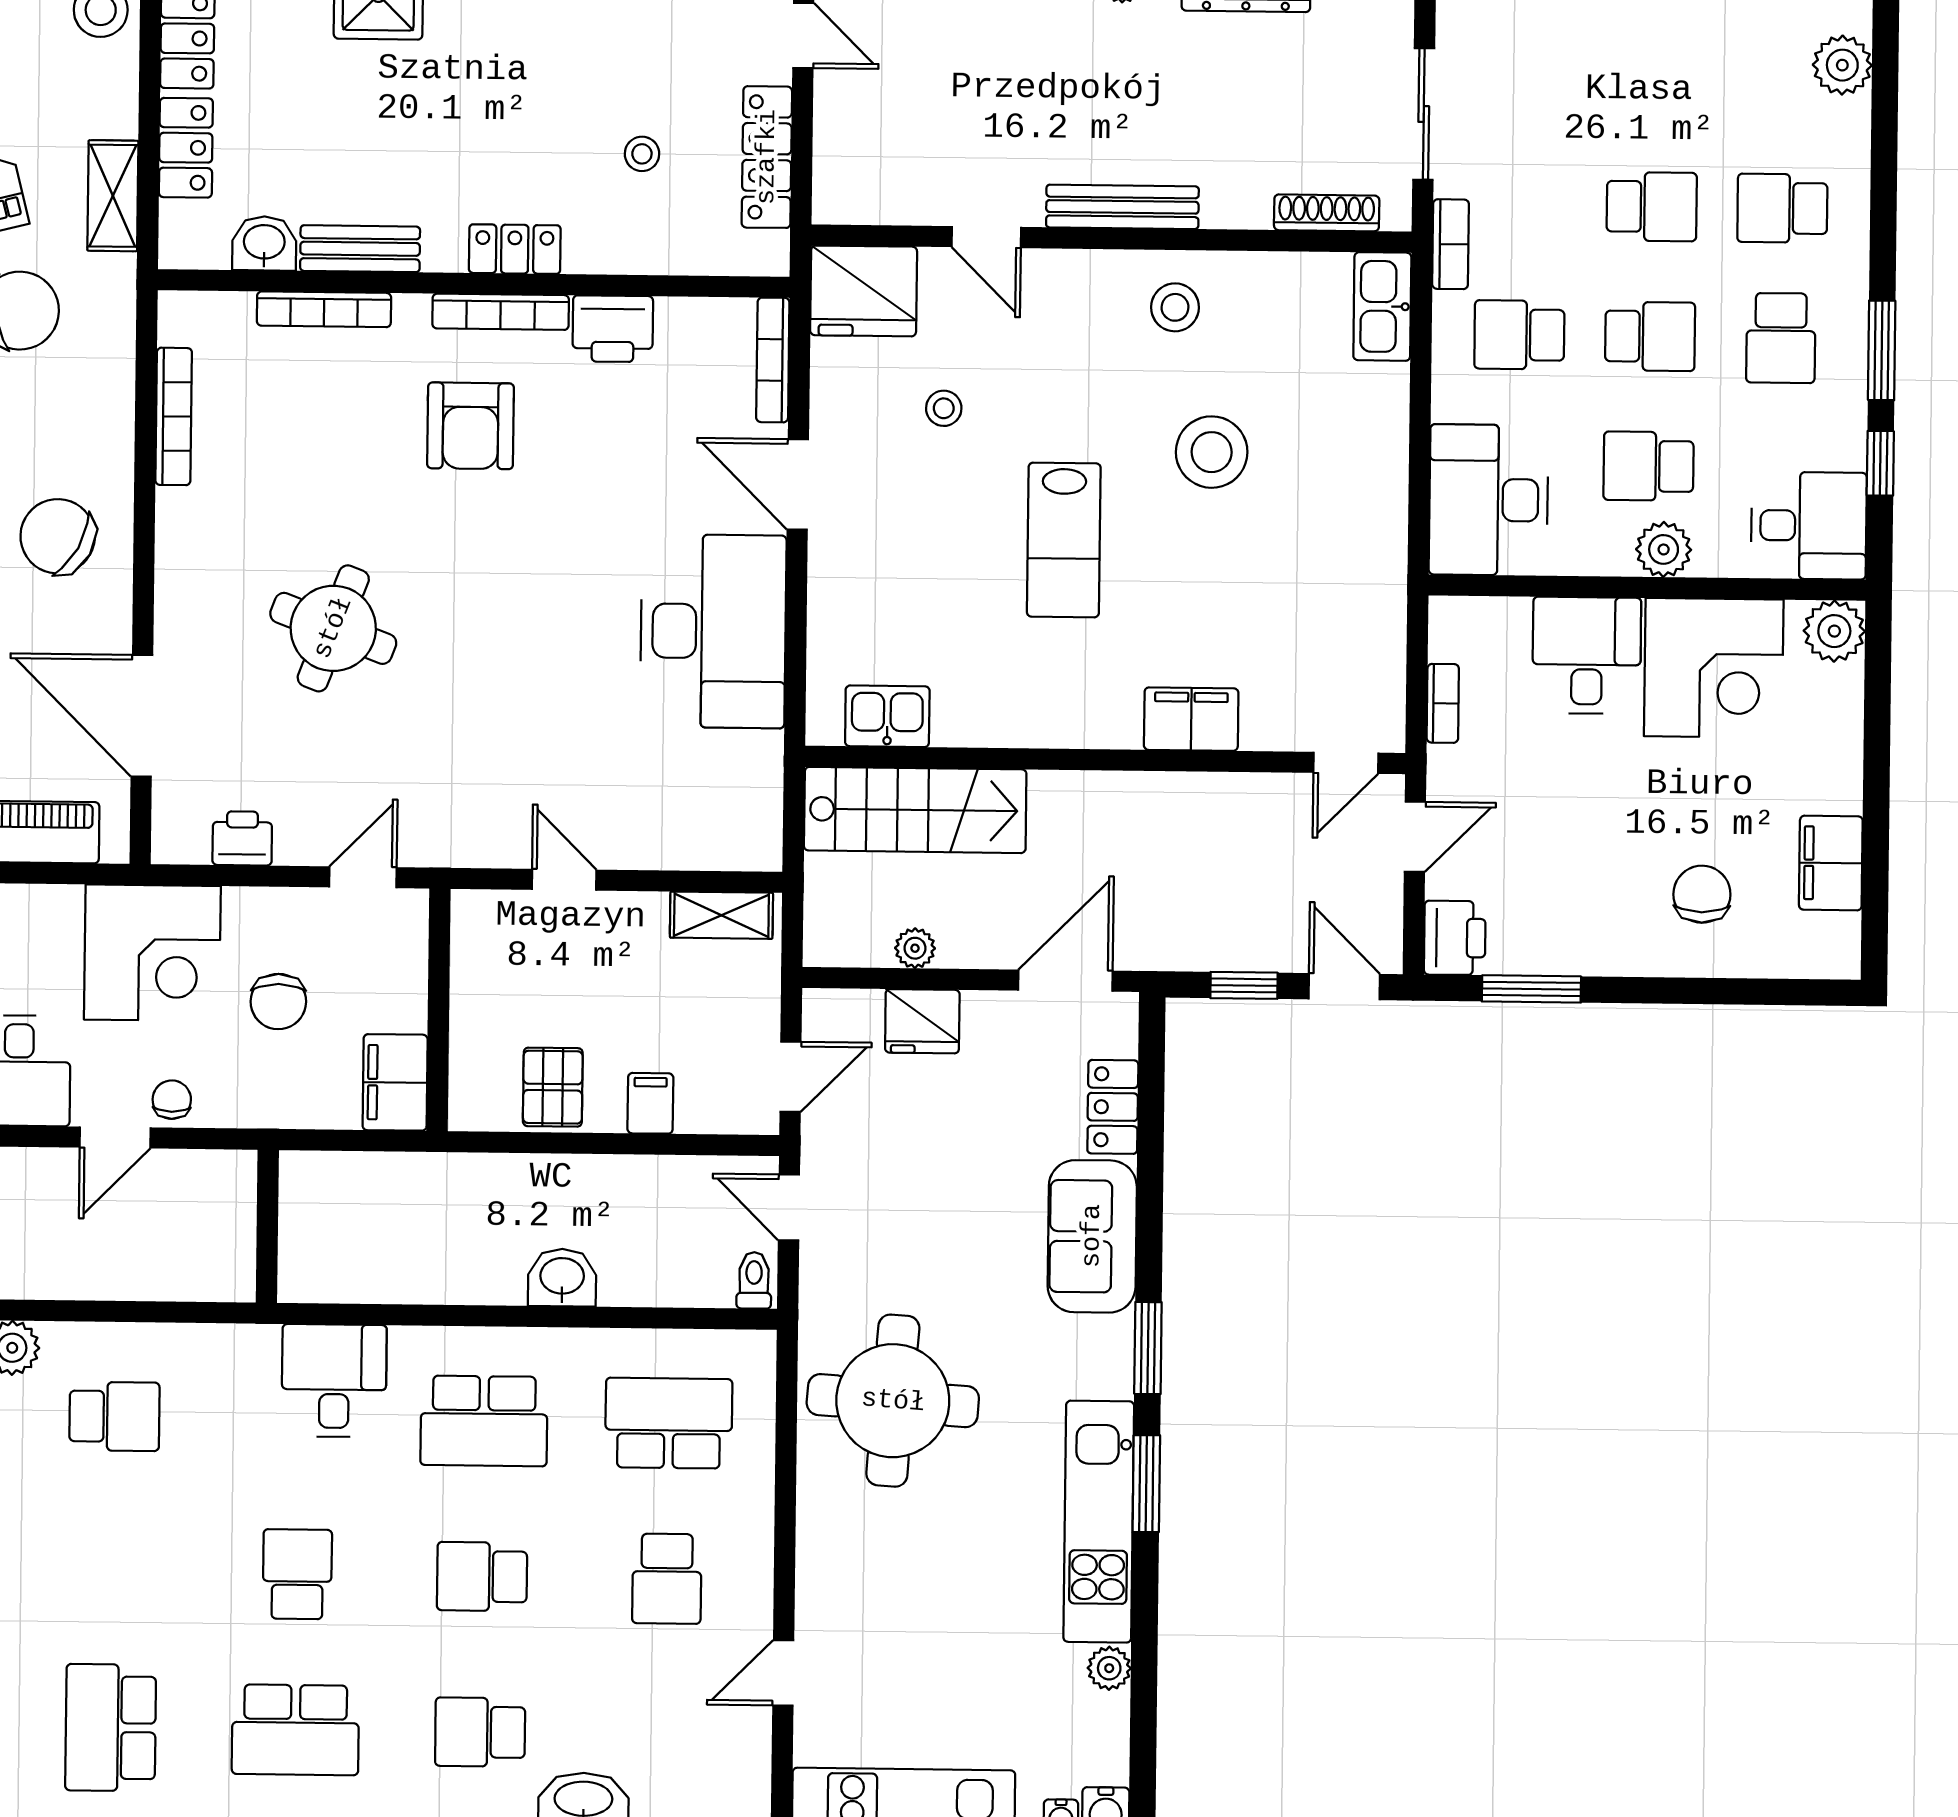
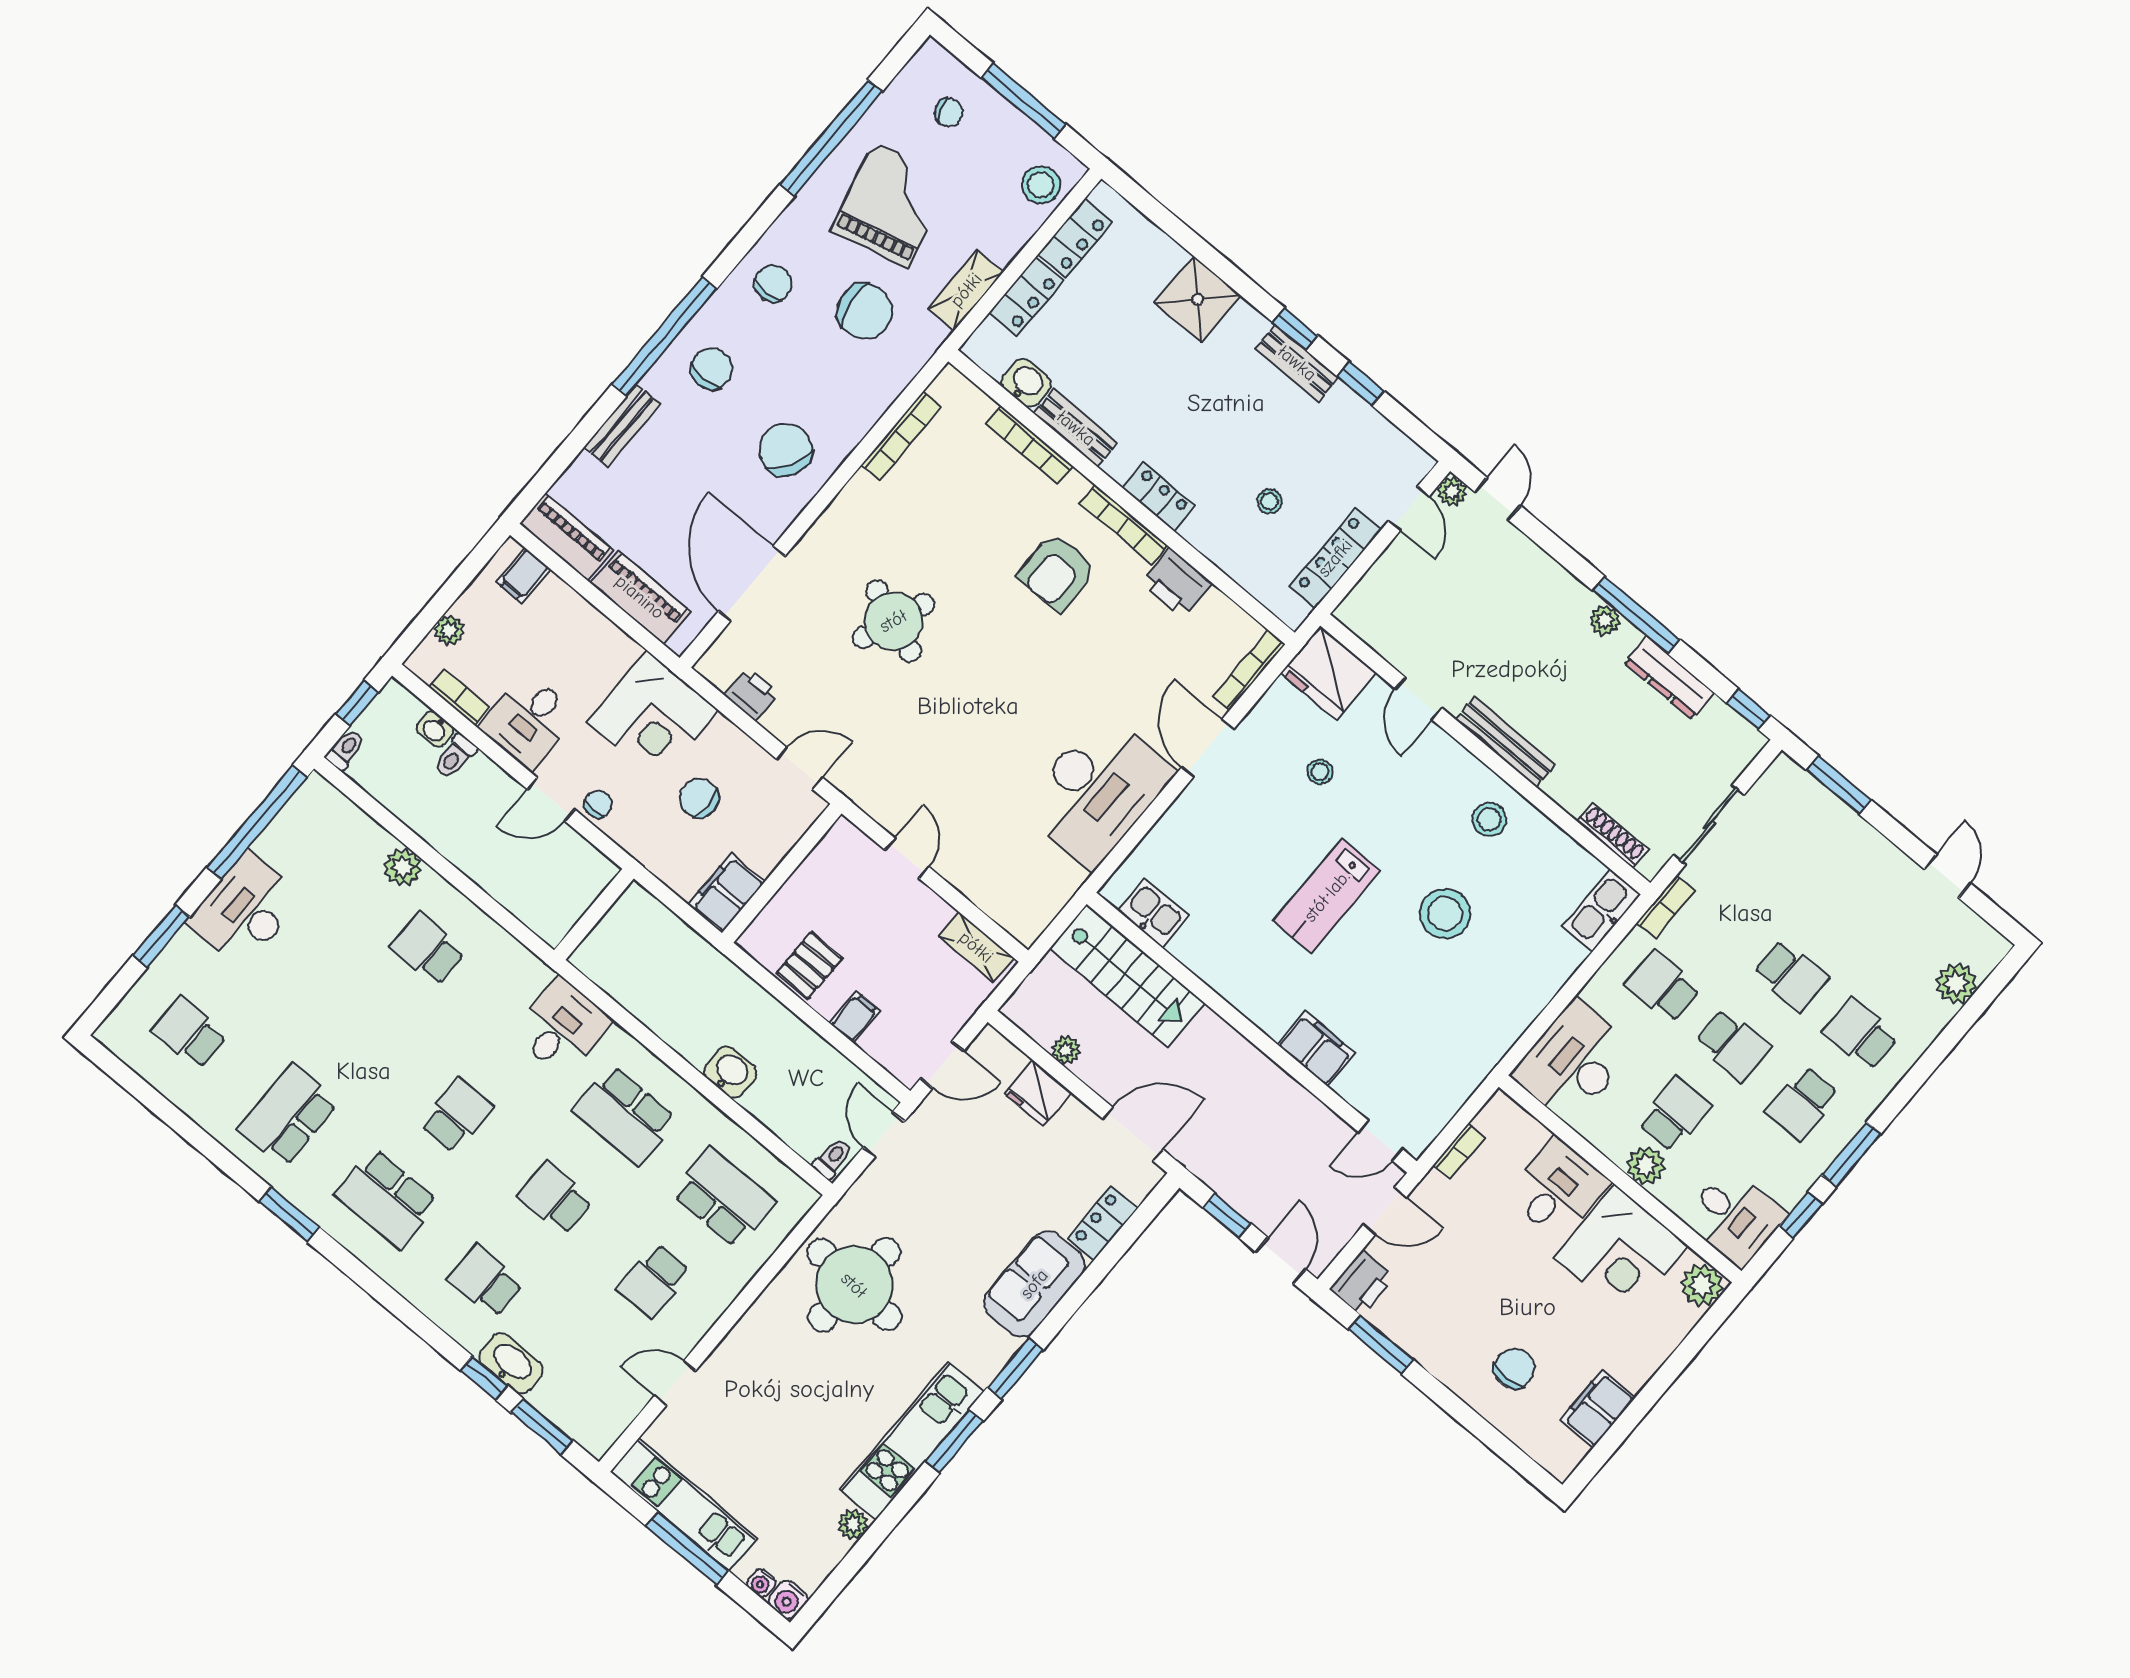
school desk: (1649, 466) -> (1674, 1114), turned 90
chair: (278, 1002) -> (699, 798), turned 90
school desk: (114, 1416) -> (428, 949), turned 180

